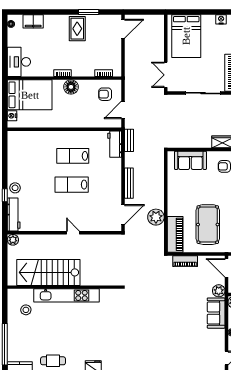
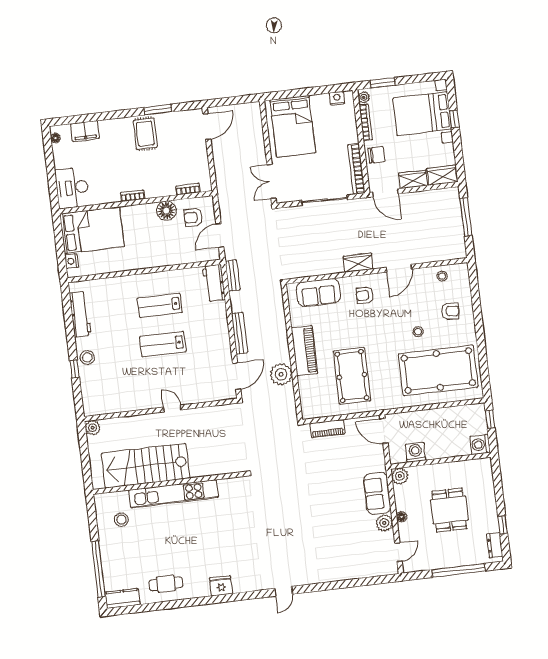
floor lamp: (71, 87) -> (166, 211), moved
workbench: (14, 215) -> (80, 314), moved
piano: (175, 234) -> (304, 351), moved
plant: (219, 291) -> (384, 523), moved

